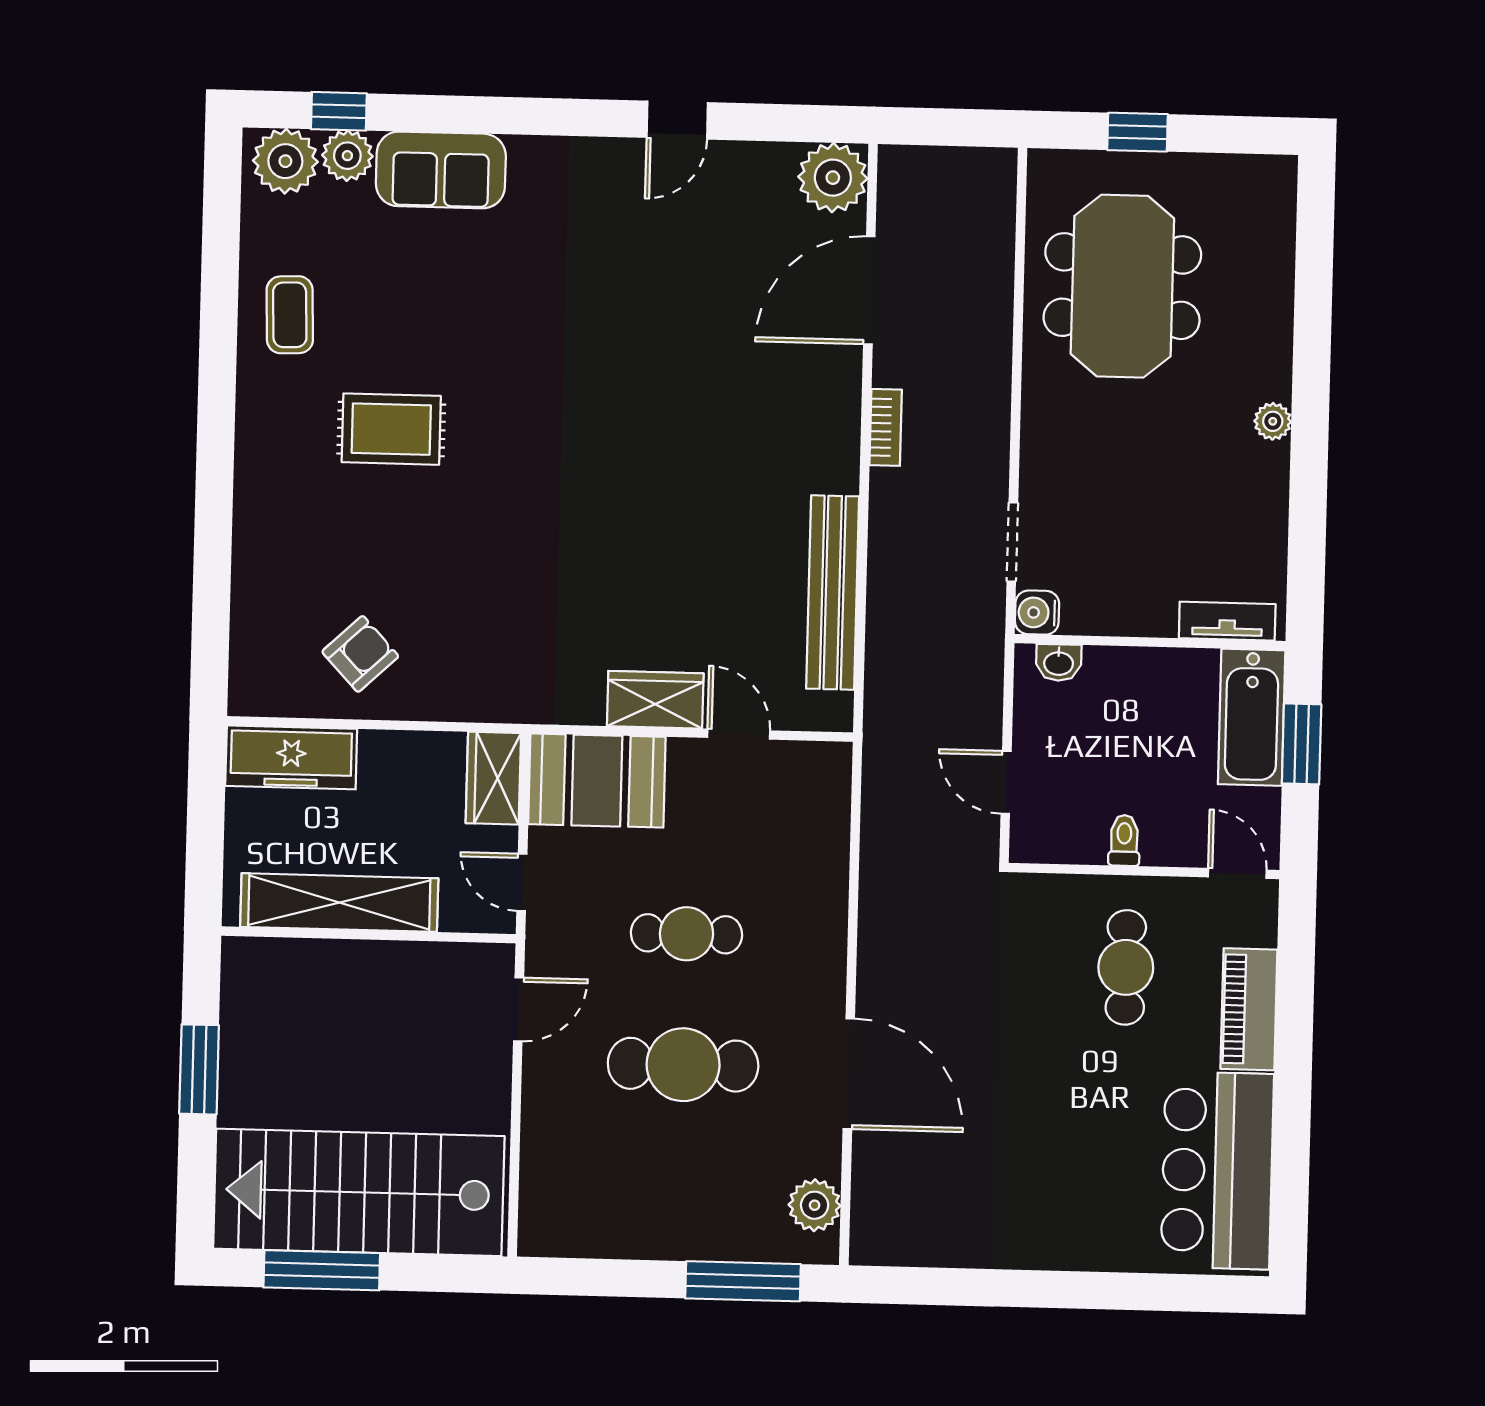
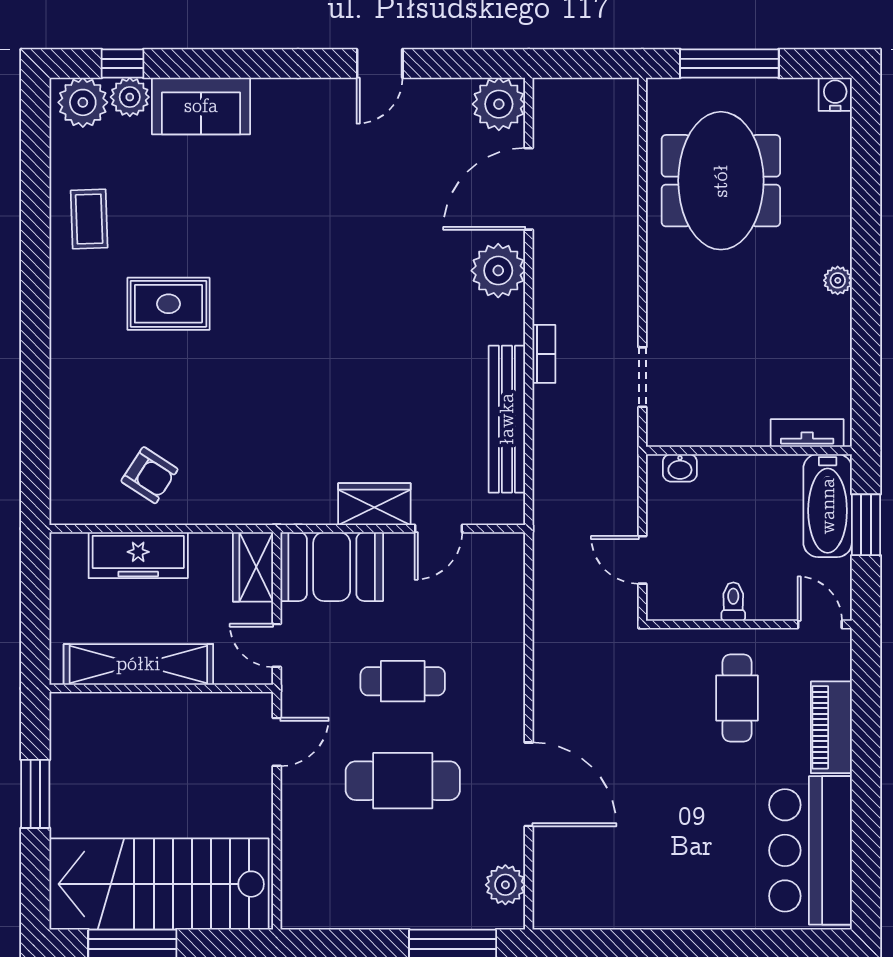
window: (1138, 132) -> (729, 63), width x2.17
plant: (826, 397) -> (498, 271), added
bookcase: (886, 427) -> (544, 354), moved
water cooler: (1037, 613) -> (835, 94), moved, turned 90
armchair: (360, 654) -> (149, 475), turned 76
door: (739, 734) -> (438, 529), swing flipped
freezer: (291, 757) -> (138, 555), moved

